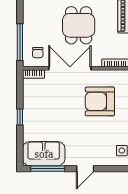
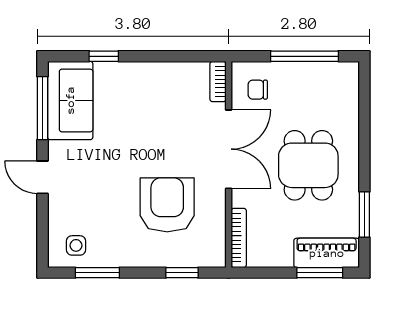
dining table: (79, 25) -> (308, 165), turned 90
window: (20, 42) -> (305, 56), moved
window: (20, 117) -> (104, 56), moved

